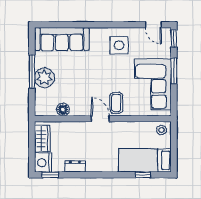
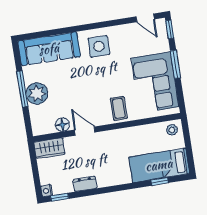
side table: (119, 45) -> (99, 46), moved
door: (100, 119) -> (85, 131), moved
wardrobe: (42, 139) -> (49, 148), moved, turned 90
nightstand: (43, 163) -> (47, 191), width x0.53, depth x0.56

